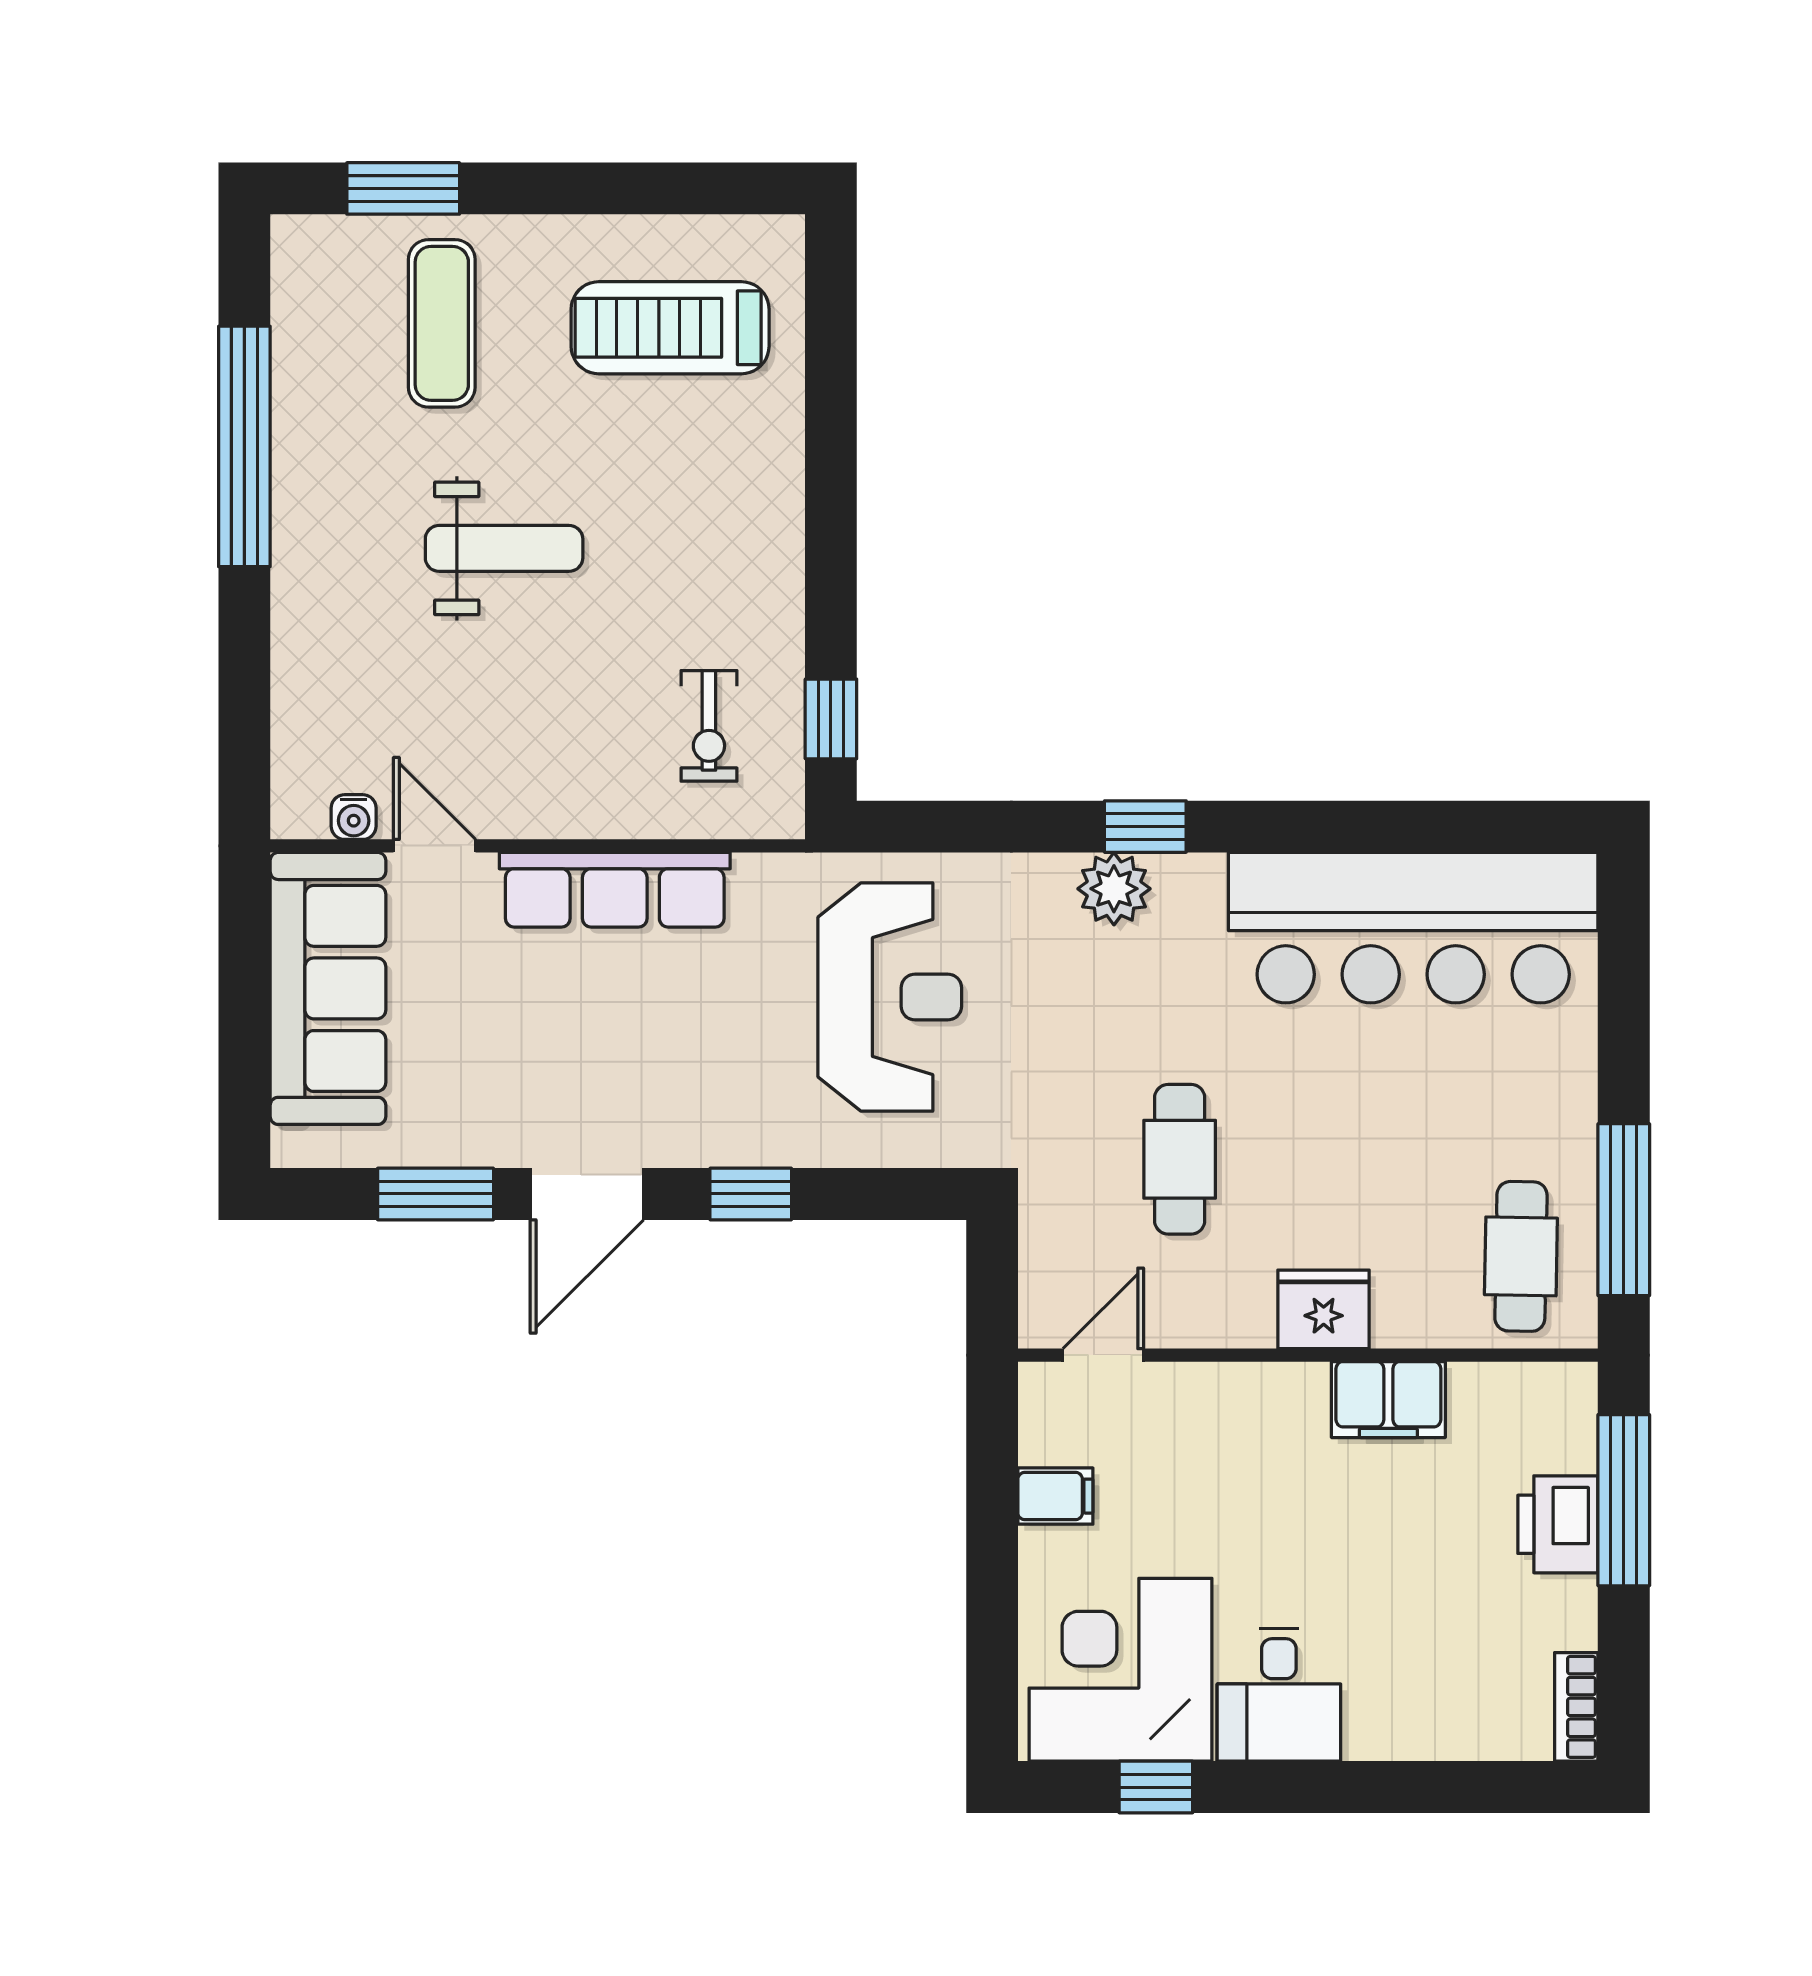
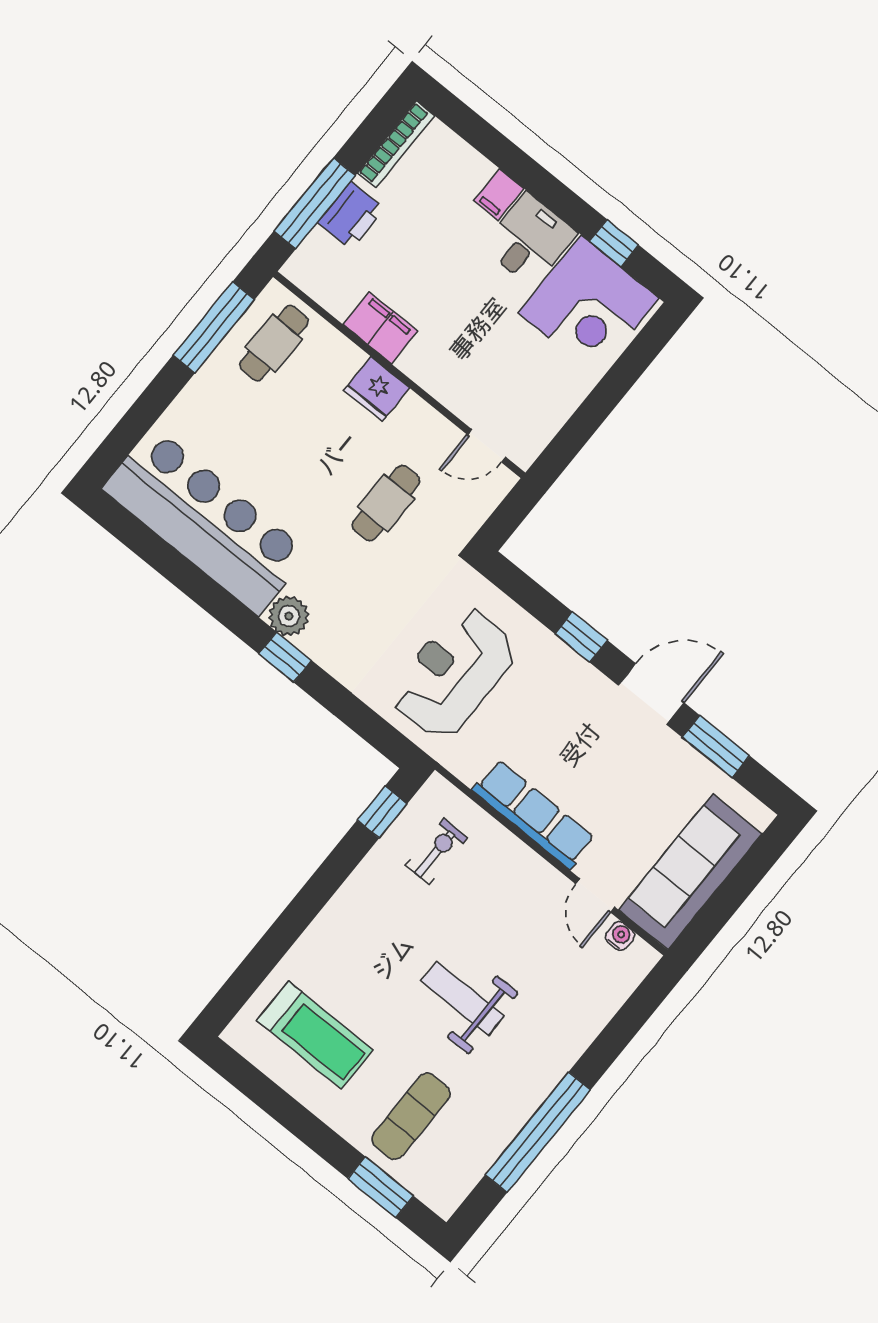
plant: (1114, 889) -> (289, 616), moved
filing cabinet: (1055, 1496) -> (499, 194), moved, turned -90
bookcase: (1576, 1707) -> (396, 144), width x1.56

